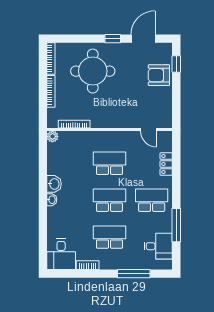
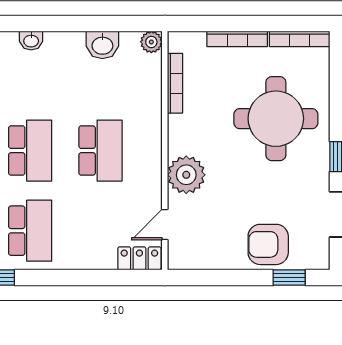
armchair: (159, 75) -> (268, 244), turned -90
plant: (122, 118) -> (186, 175), added
locker: (166, 164) -> (139, 258), moved
washbasin: (54, 184) -> (102, 45), moved

